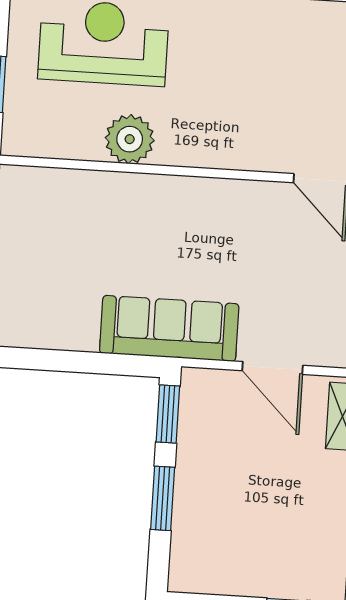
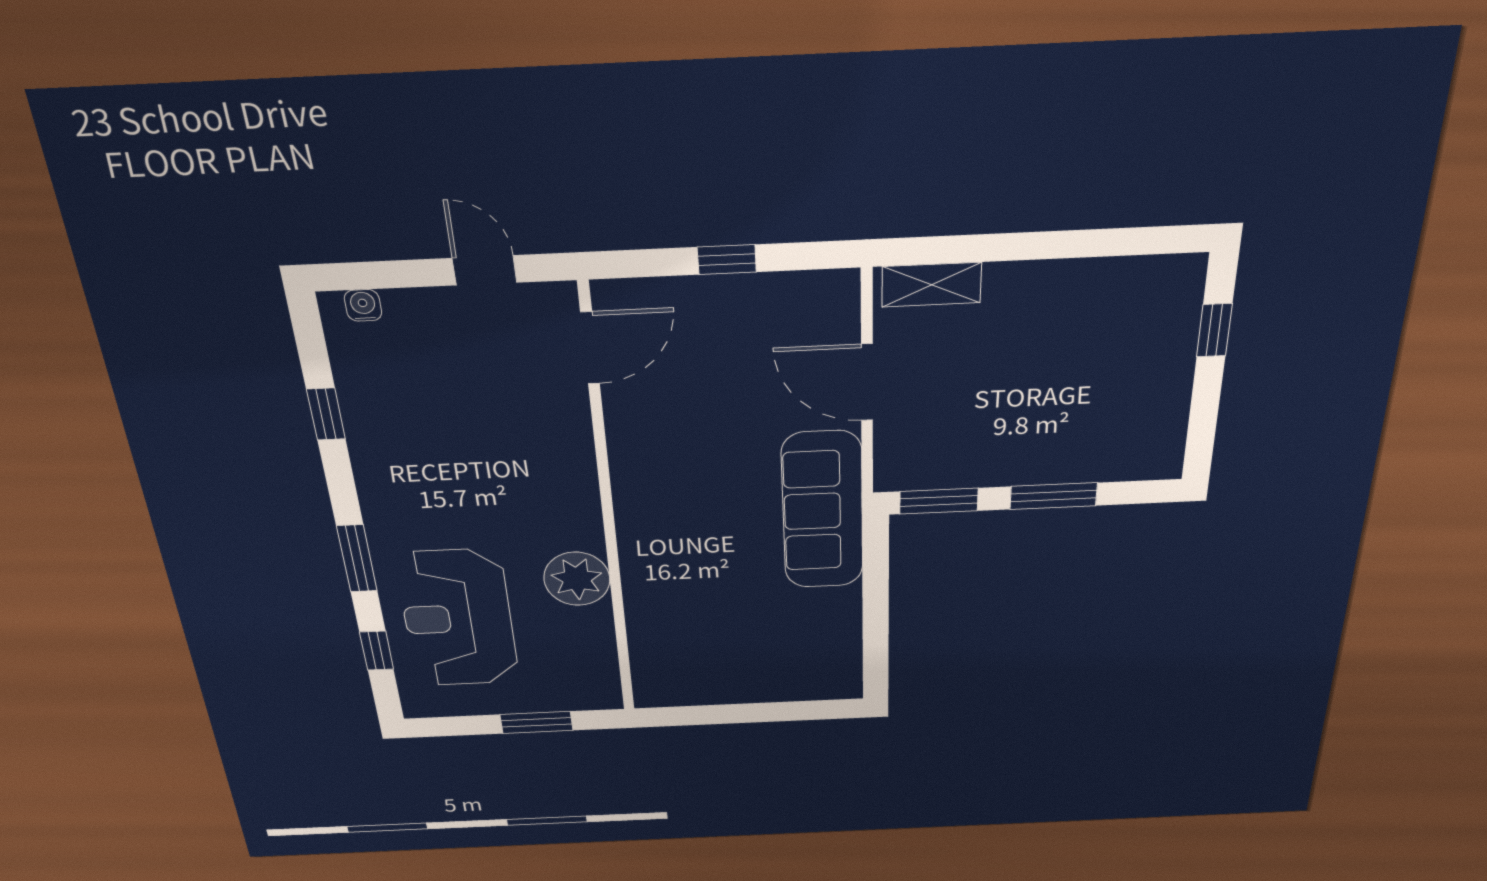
door: (273, 368) -> (867, 383), swing flipped

